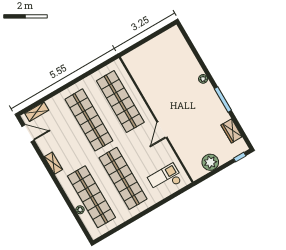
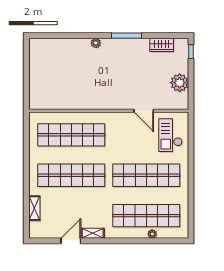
shelving: (37, 112) -> (34, 208), moved
door: (162, 130) -> (144, 111), moved
door: (28, 133) -> (71, 241), moved

